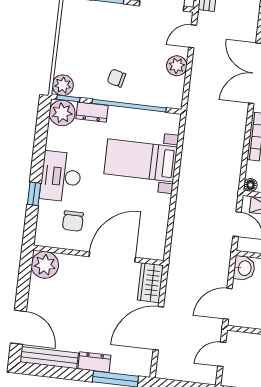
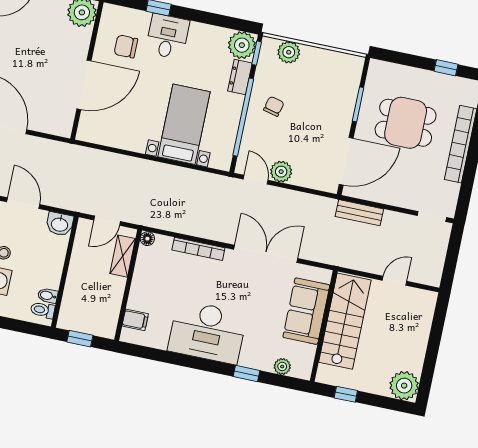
door: (193, 36) -> (256, 180), moved
plant: (63, 85) -> (289, 52), moved
desk: (61, 177) -> (167, 36), width x0.73
door: (112, 257) -> (84, 85), hinge flipped
wardrobe: (150, 283) -> (53, 123), removed

